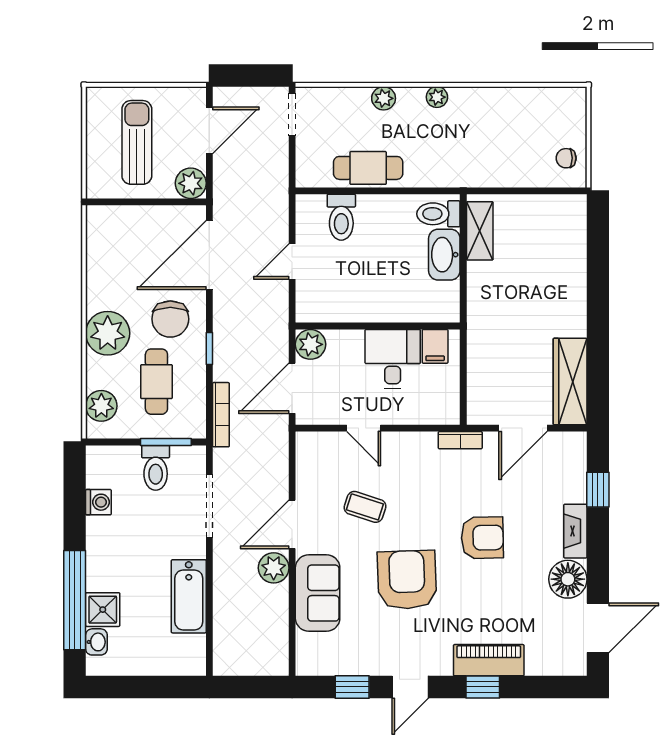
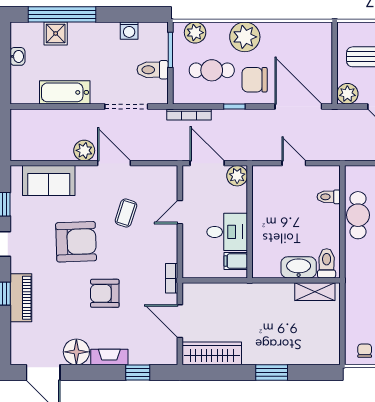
toilet: (341, 217) -> (329, 197), width x0.73, depth x0.72
window: (598, 294) -> (272, 372), added
window: (166, 442) -> (170, 50), moved
armchair: (482, 538) -> (105, 293), turned 91
sofa: (318, 593) -> (49, 181), moved
washbasin: (96, 642) -> (18, 56), moved, turned -90

